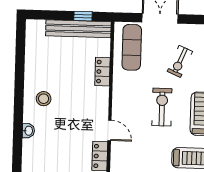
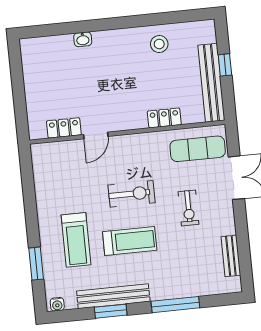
window: (83, 16) -> (225, 65), moved
exercise bike: (180, 61) -> (188, 208), turned -113
stool: (44, 99) -> (159, 44), moved

